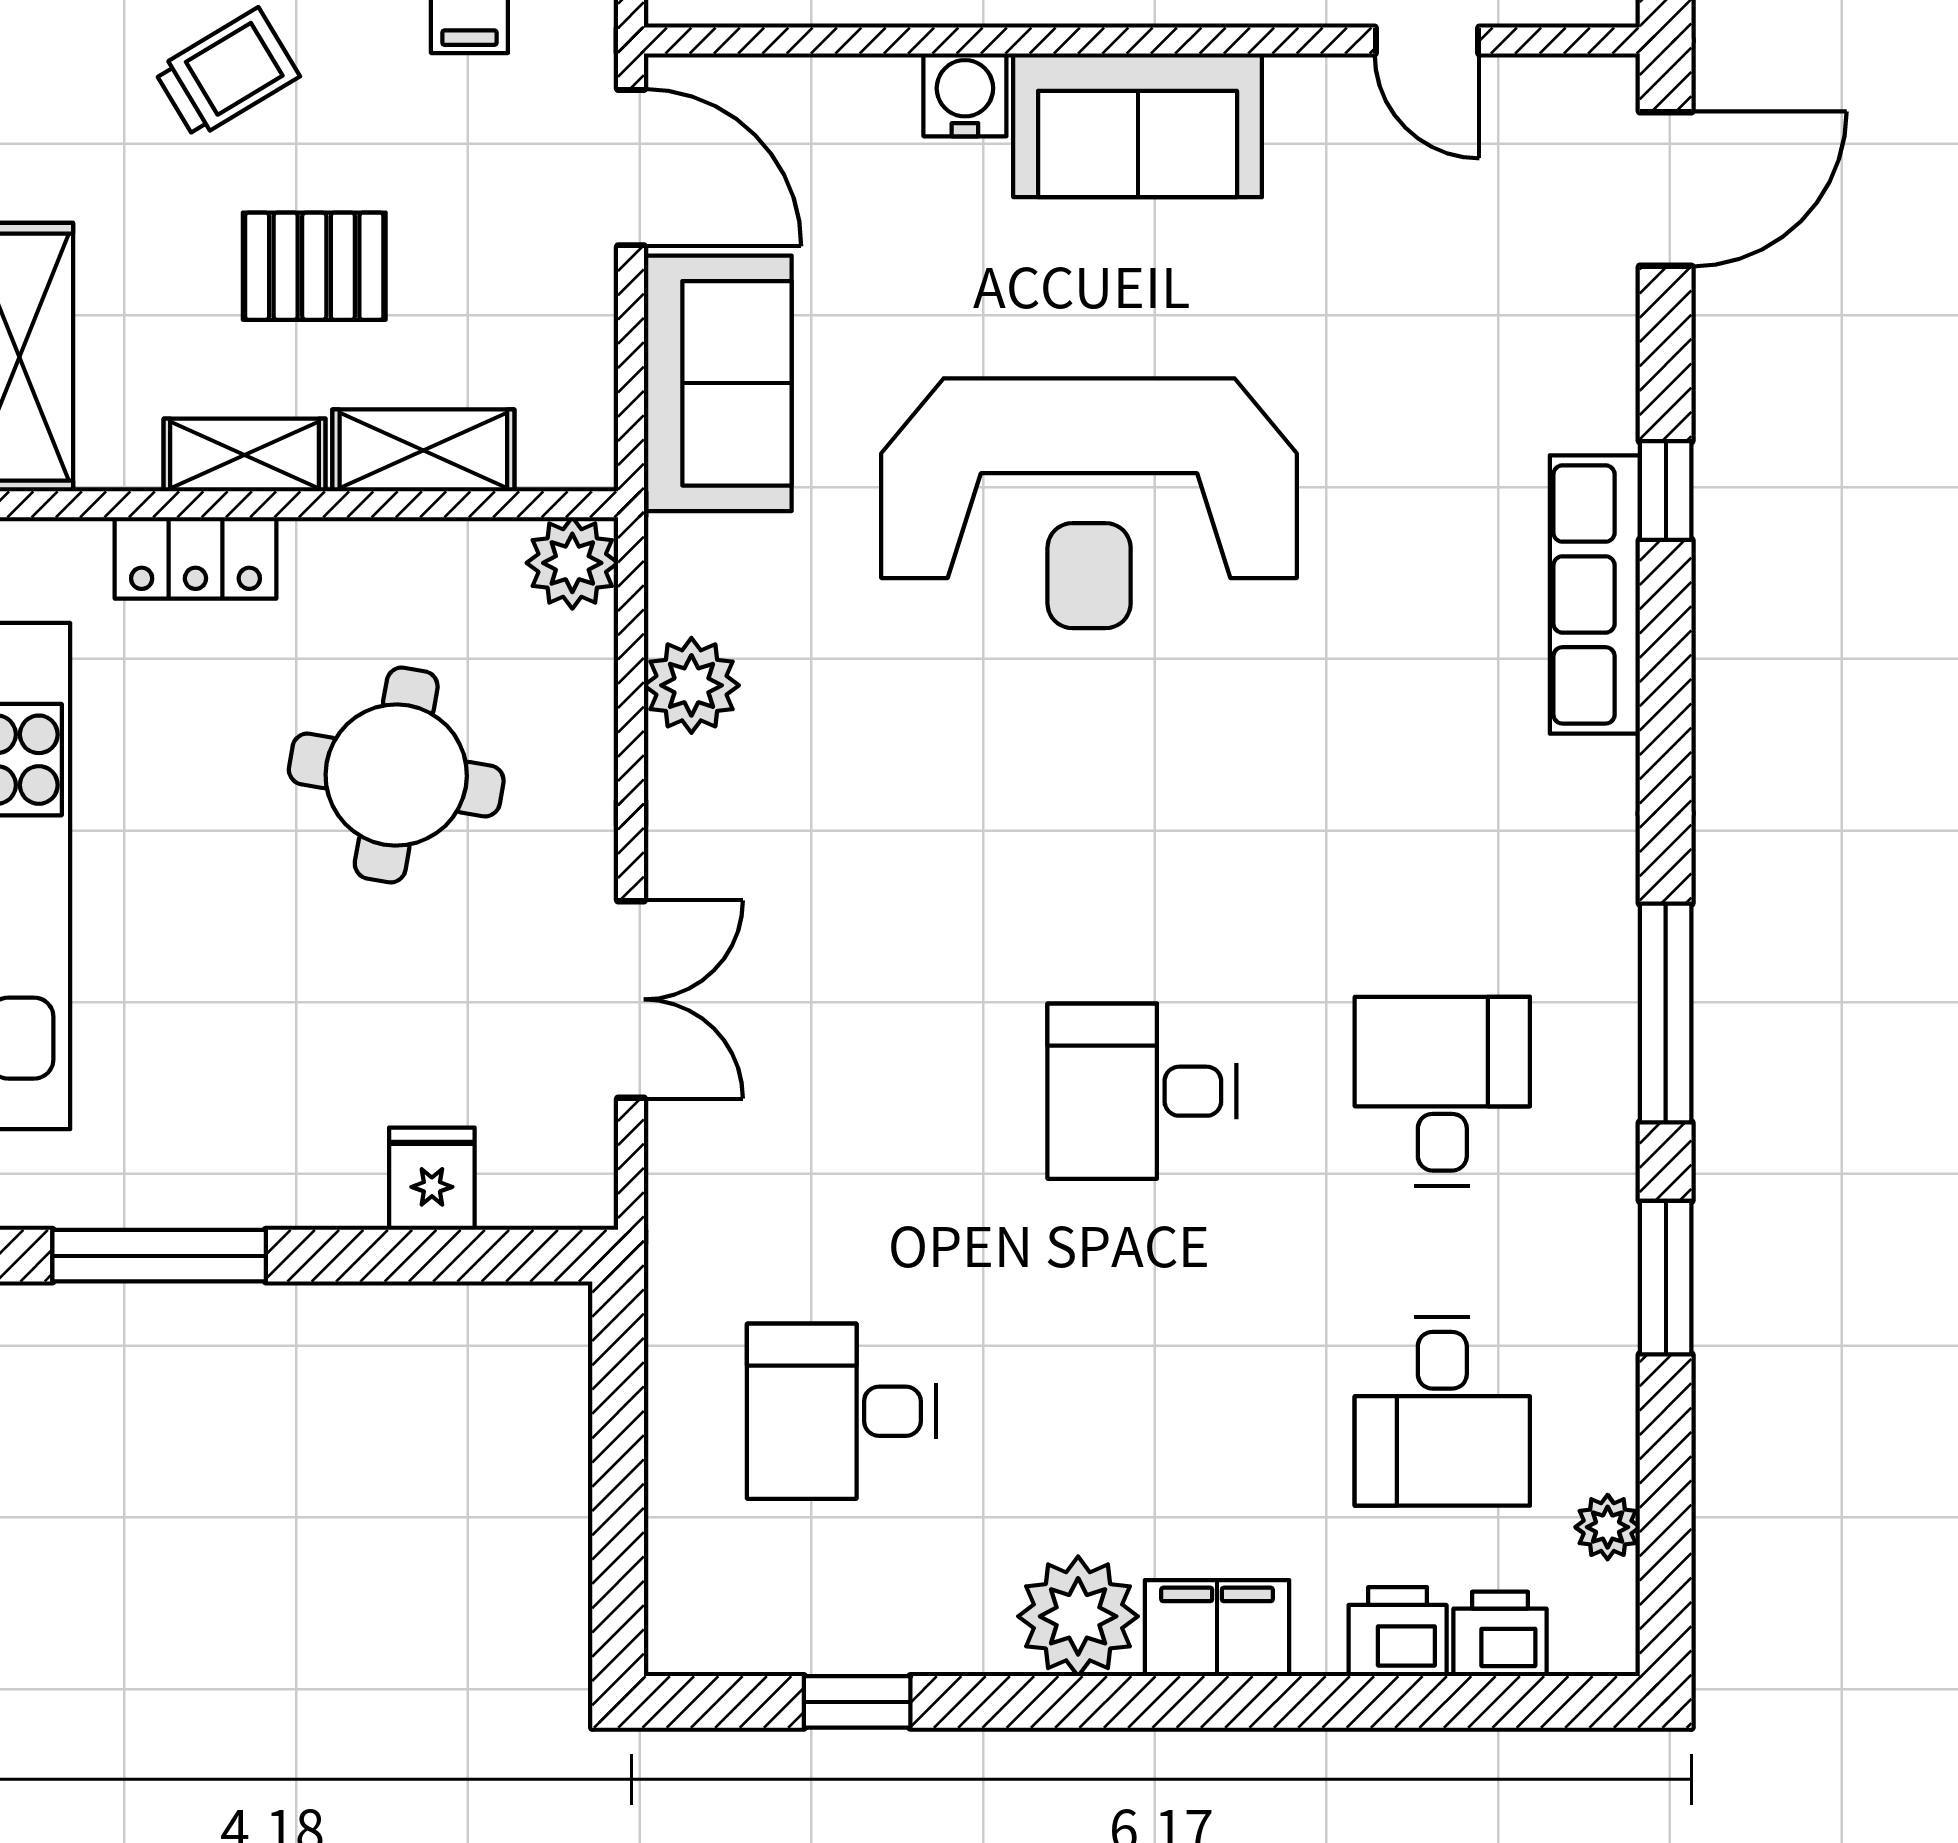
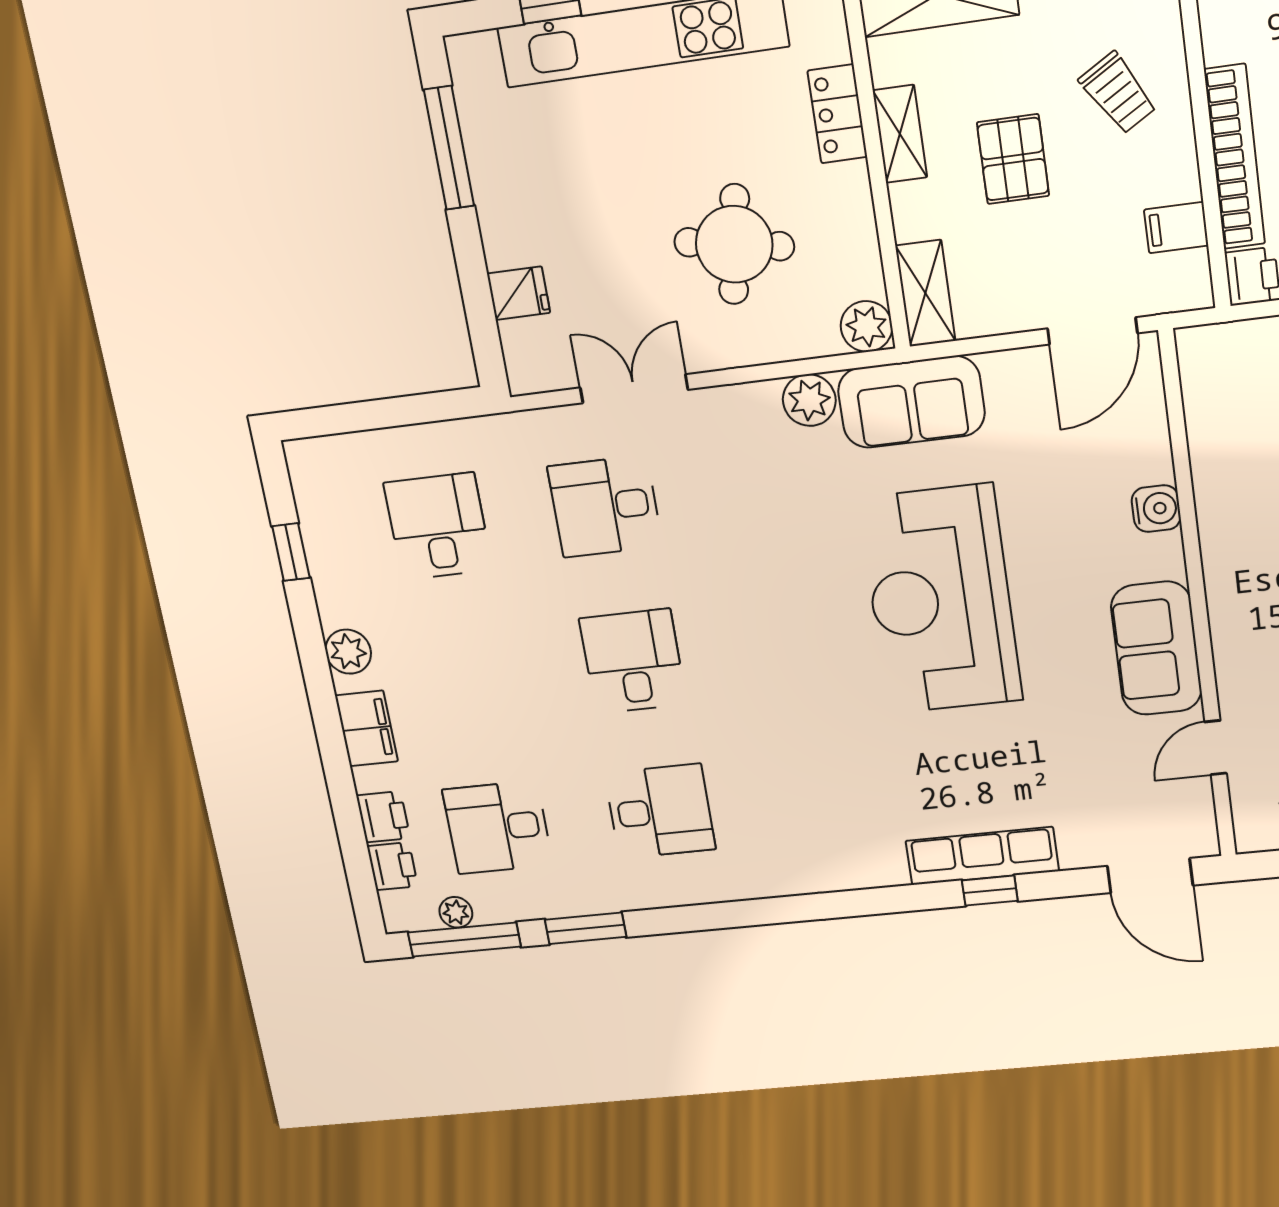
sofa: (1138, 125) -> (1156, 648), moved
sofa: (718, 383) -> (911, 402), moved
shelving: (423, 450) -> (925, 293), moved
row of seats: (1595, 594) -> (982, 856), moved
double door: (631, 999) -> (634, 389), swing flipped
window: (1666, 1013) -> (464, 940), moved
desk: (841, 1091) -> (605, 506), added
plant: (1078, 1616) -> (348, 652), width x0.73, depth x0.73

